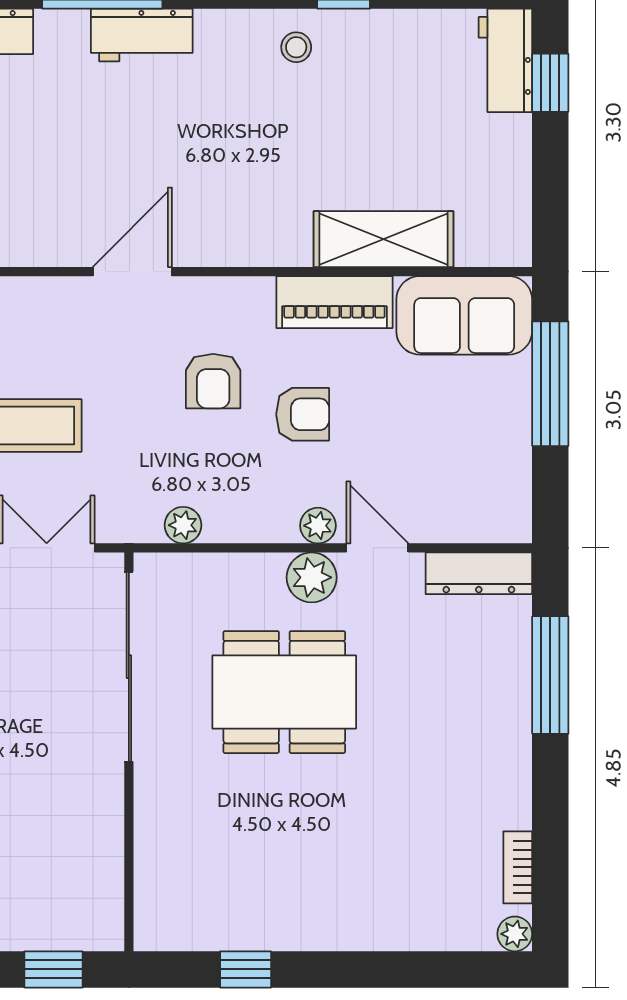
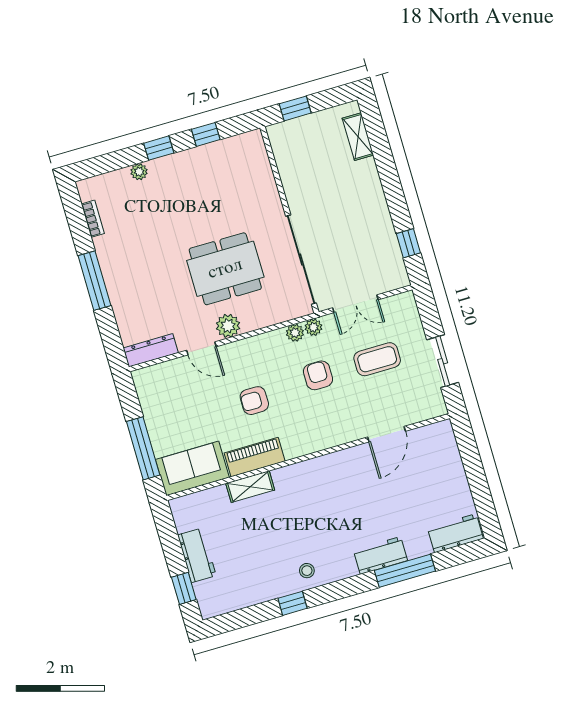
workbench: (505, 60) -> (197, 555), moved
shelving: (384, 239) -> (250, 487), width x0.67, depth x0.75
door: (132, 272) -> (386, 434), moved
armchair: (213, 381) -> (318, 375), moved
plant: (318, 526) -> (313, 327), moved
window: (550, 675) -> (94, 281), moved
plant: (515, 934) -> (139, 172), moved
window: (347, 969) -> (159, 148), added

